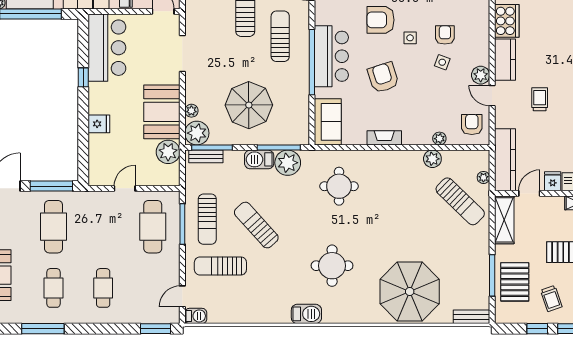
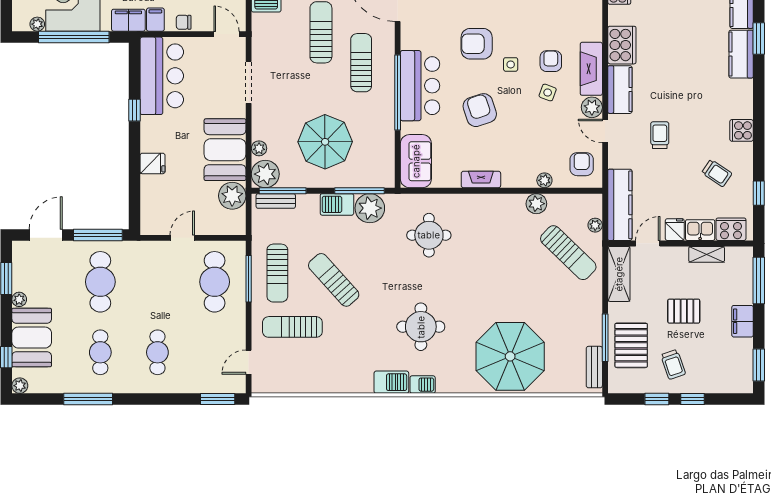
fireplace: (480, 42) -> (591, 69), added
barbecue: (196, 316) -> (423, 385), moved
bench: (472, 317) -> (594, 367), moved, turned 90

